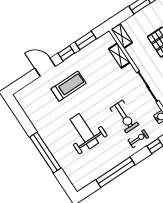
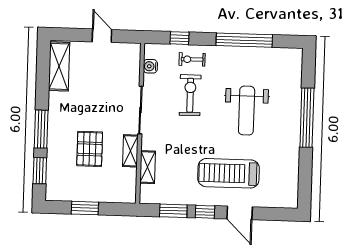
shelving: (122, 36) -> (130, 151), moved
treadmill: (69, 86) -> (228, 173), width x1.37, depth x1.38

